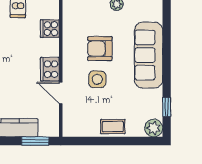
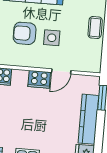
armchair: (100, 49) -> (25, 33), turned 90

